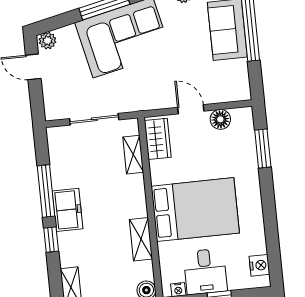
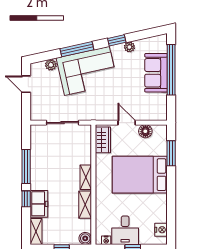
plant: (48, 41) -> (51, 65), moved
shelving: (133, 155) -> (86, 177), moved
freezer: (67, 210) -> (39, 204), moved
bed: (195, 210) -> (140, 175), moved, turned 180

